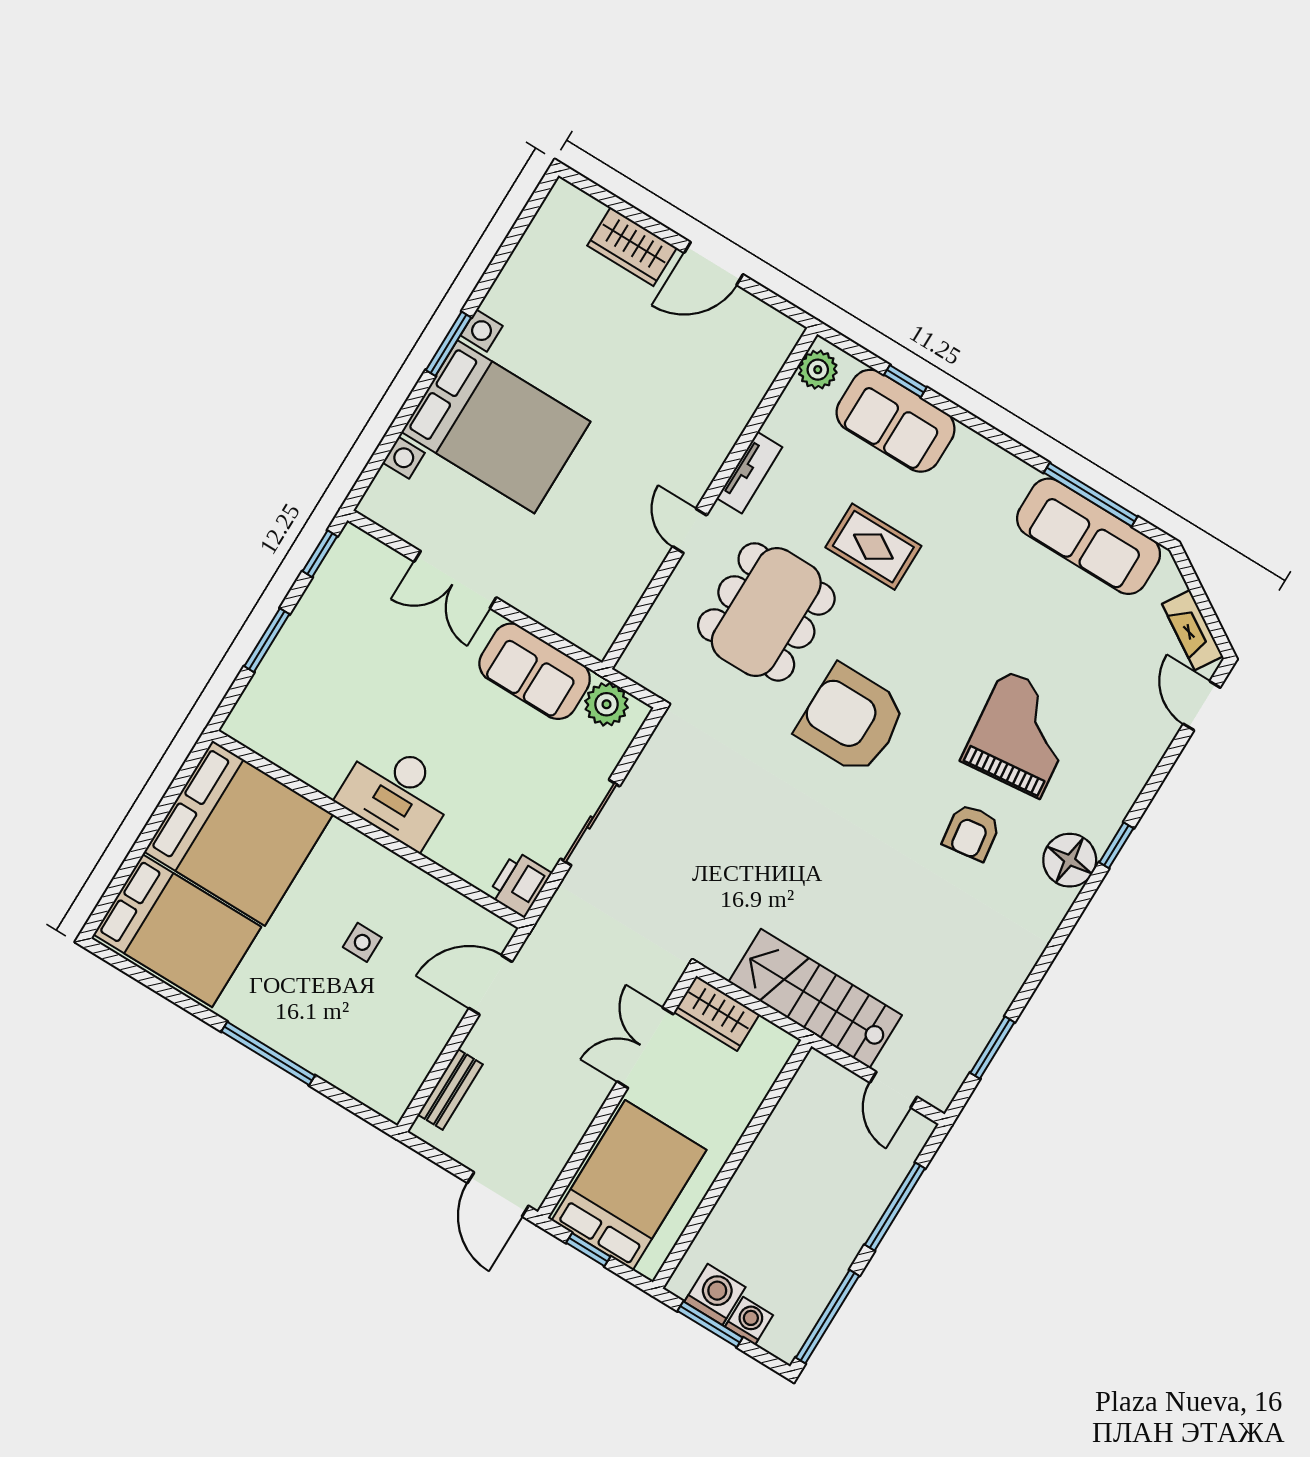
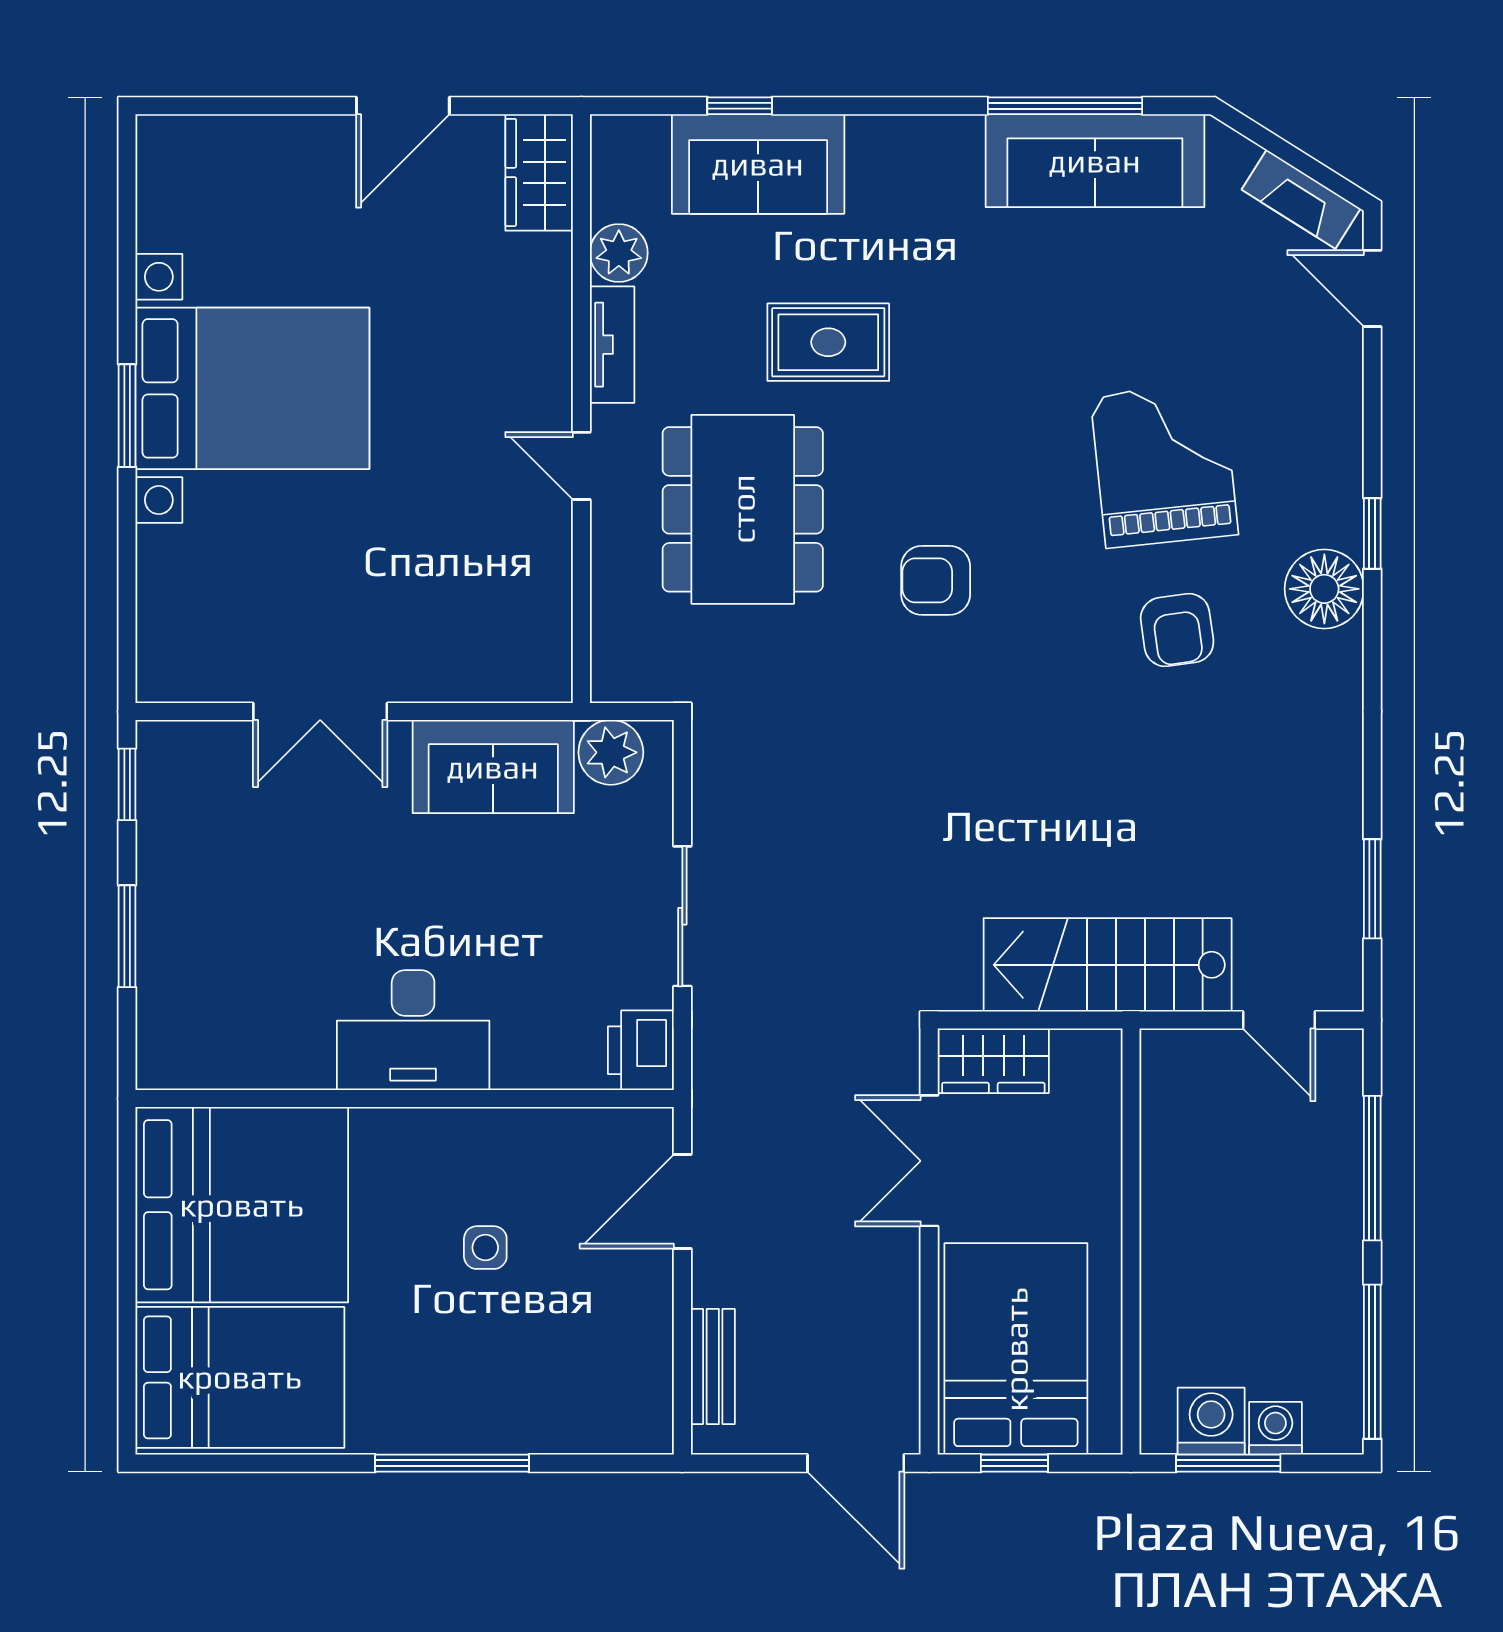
wardrobe: (632, 247) -> (539, 172), moved, turned 90
plant: (818, 370) -> (619, 253), moved
bed with nightstands: (496, 427) -> (252, 388), moved
armchair: (851, 720) -> (936, 580), width x0.53, depth x0.53

